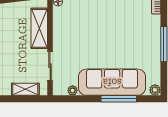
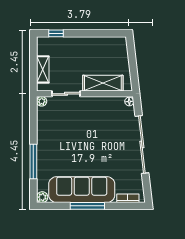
sofa: (112, 82) -> (82, 190), moved, turned -90
plant: (73, 90) -> (42, 101), moved

